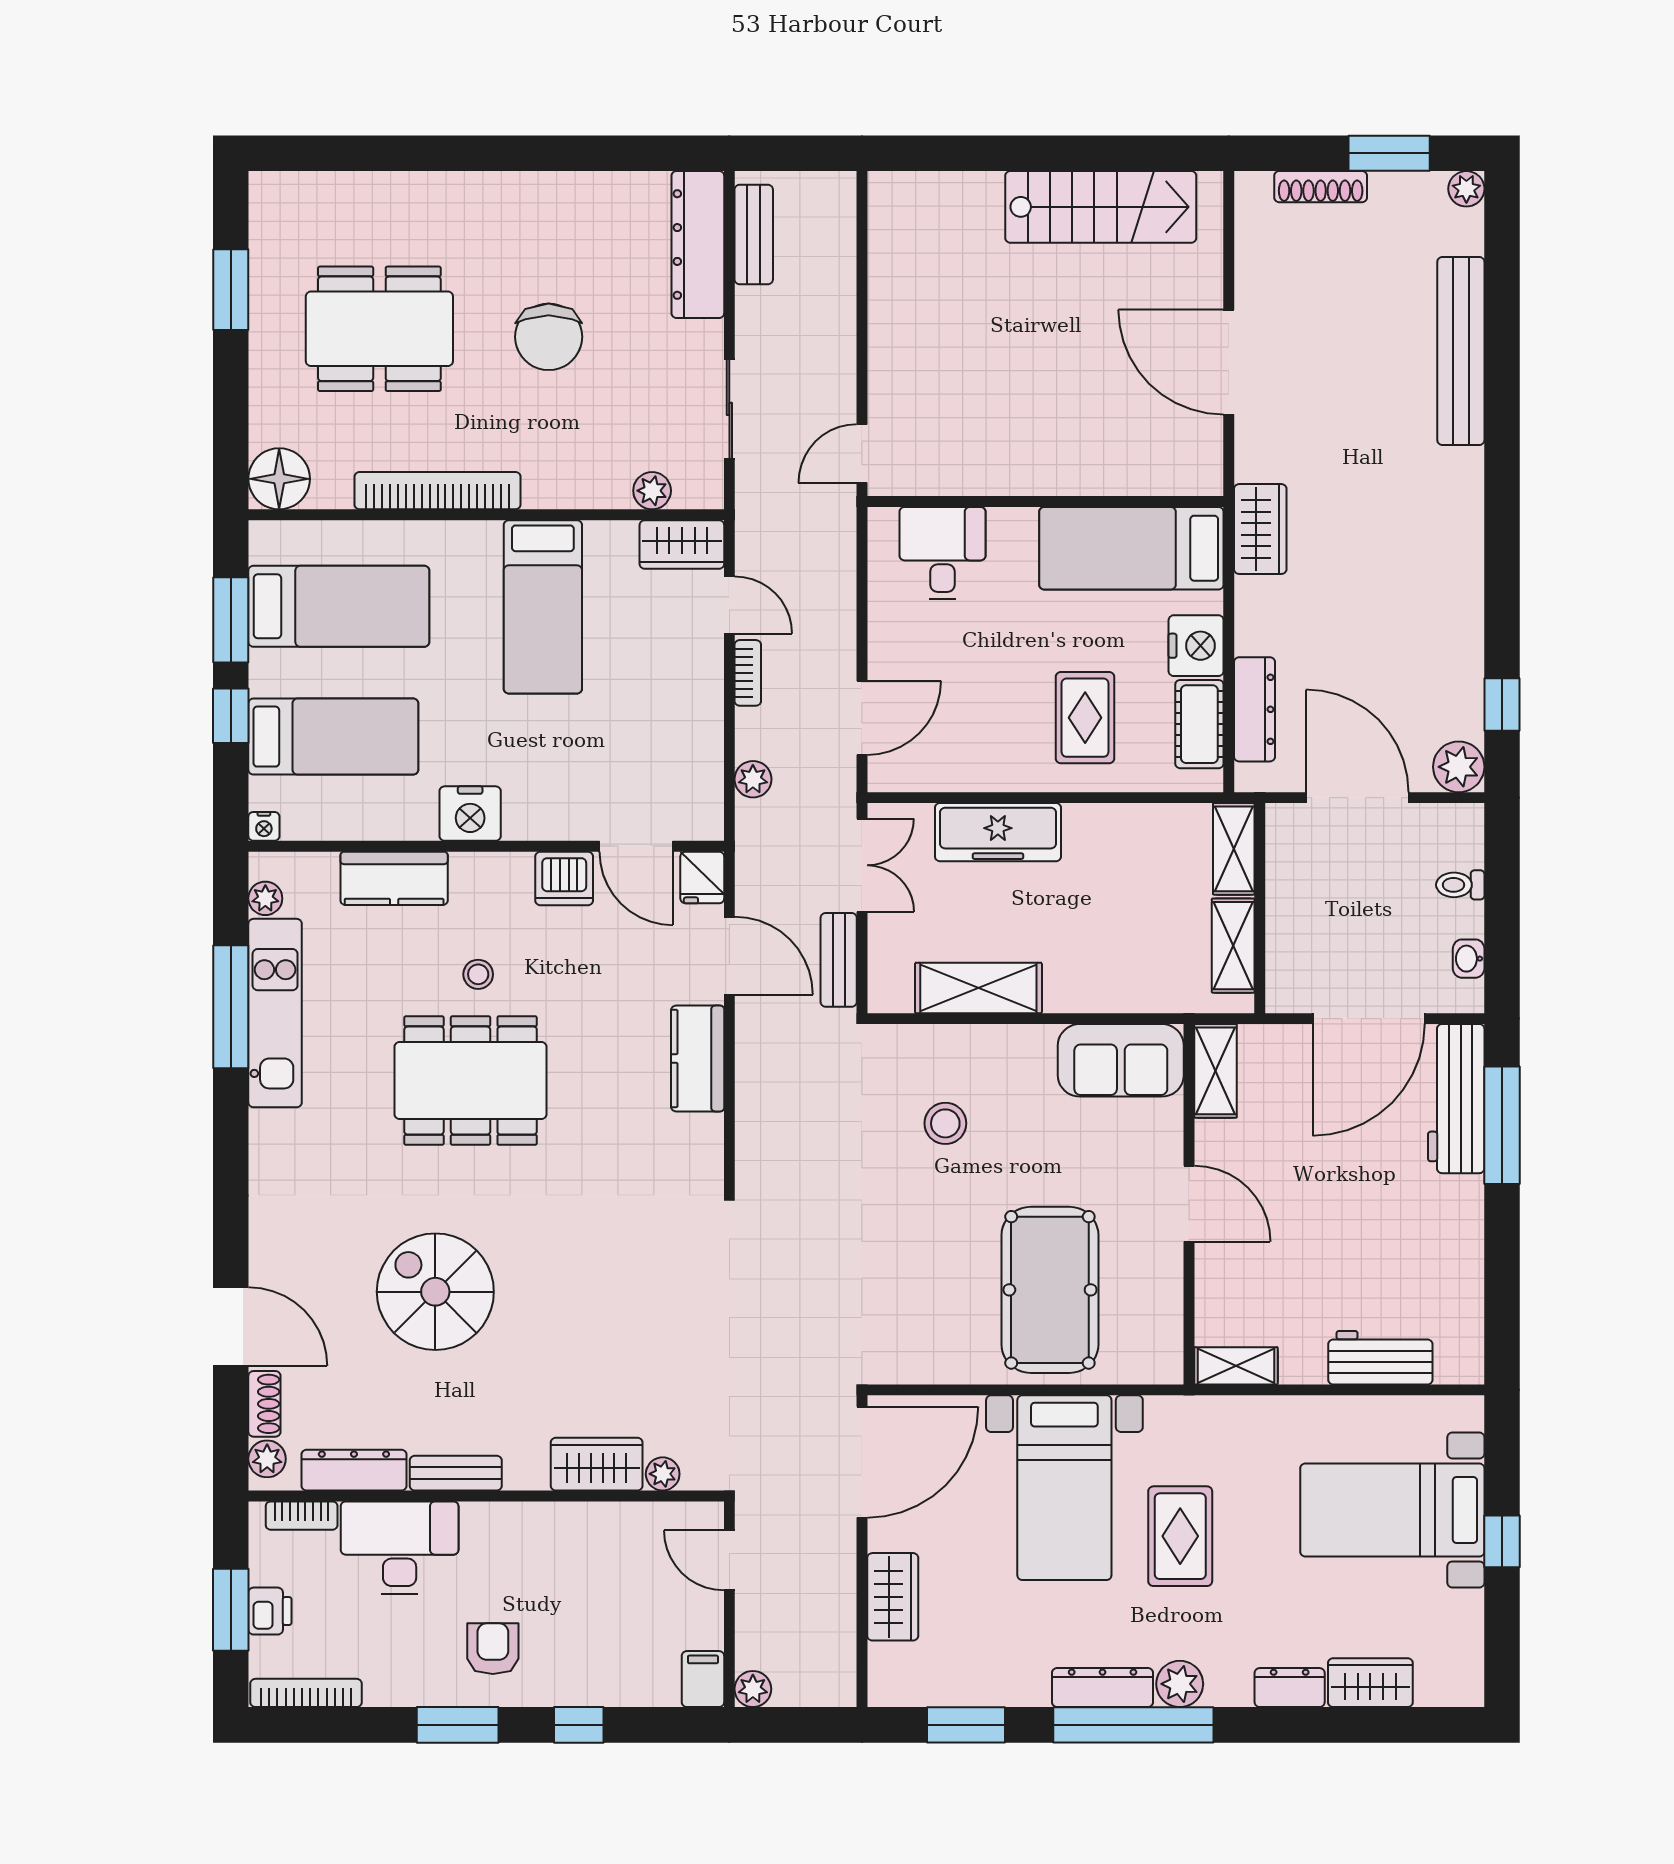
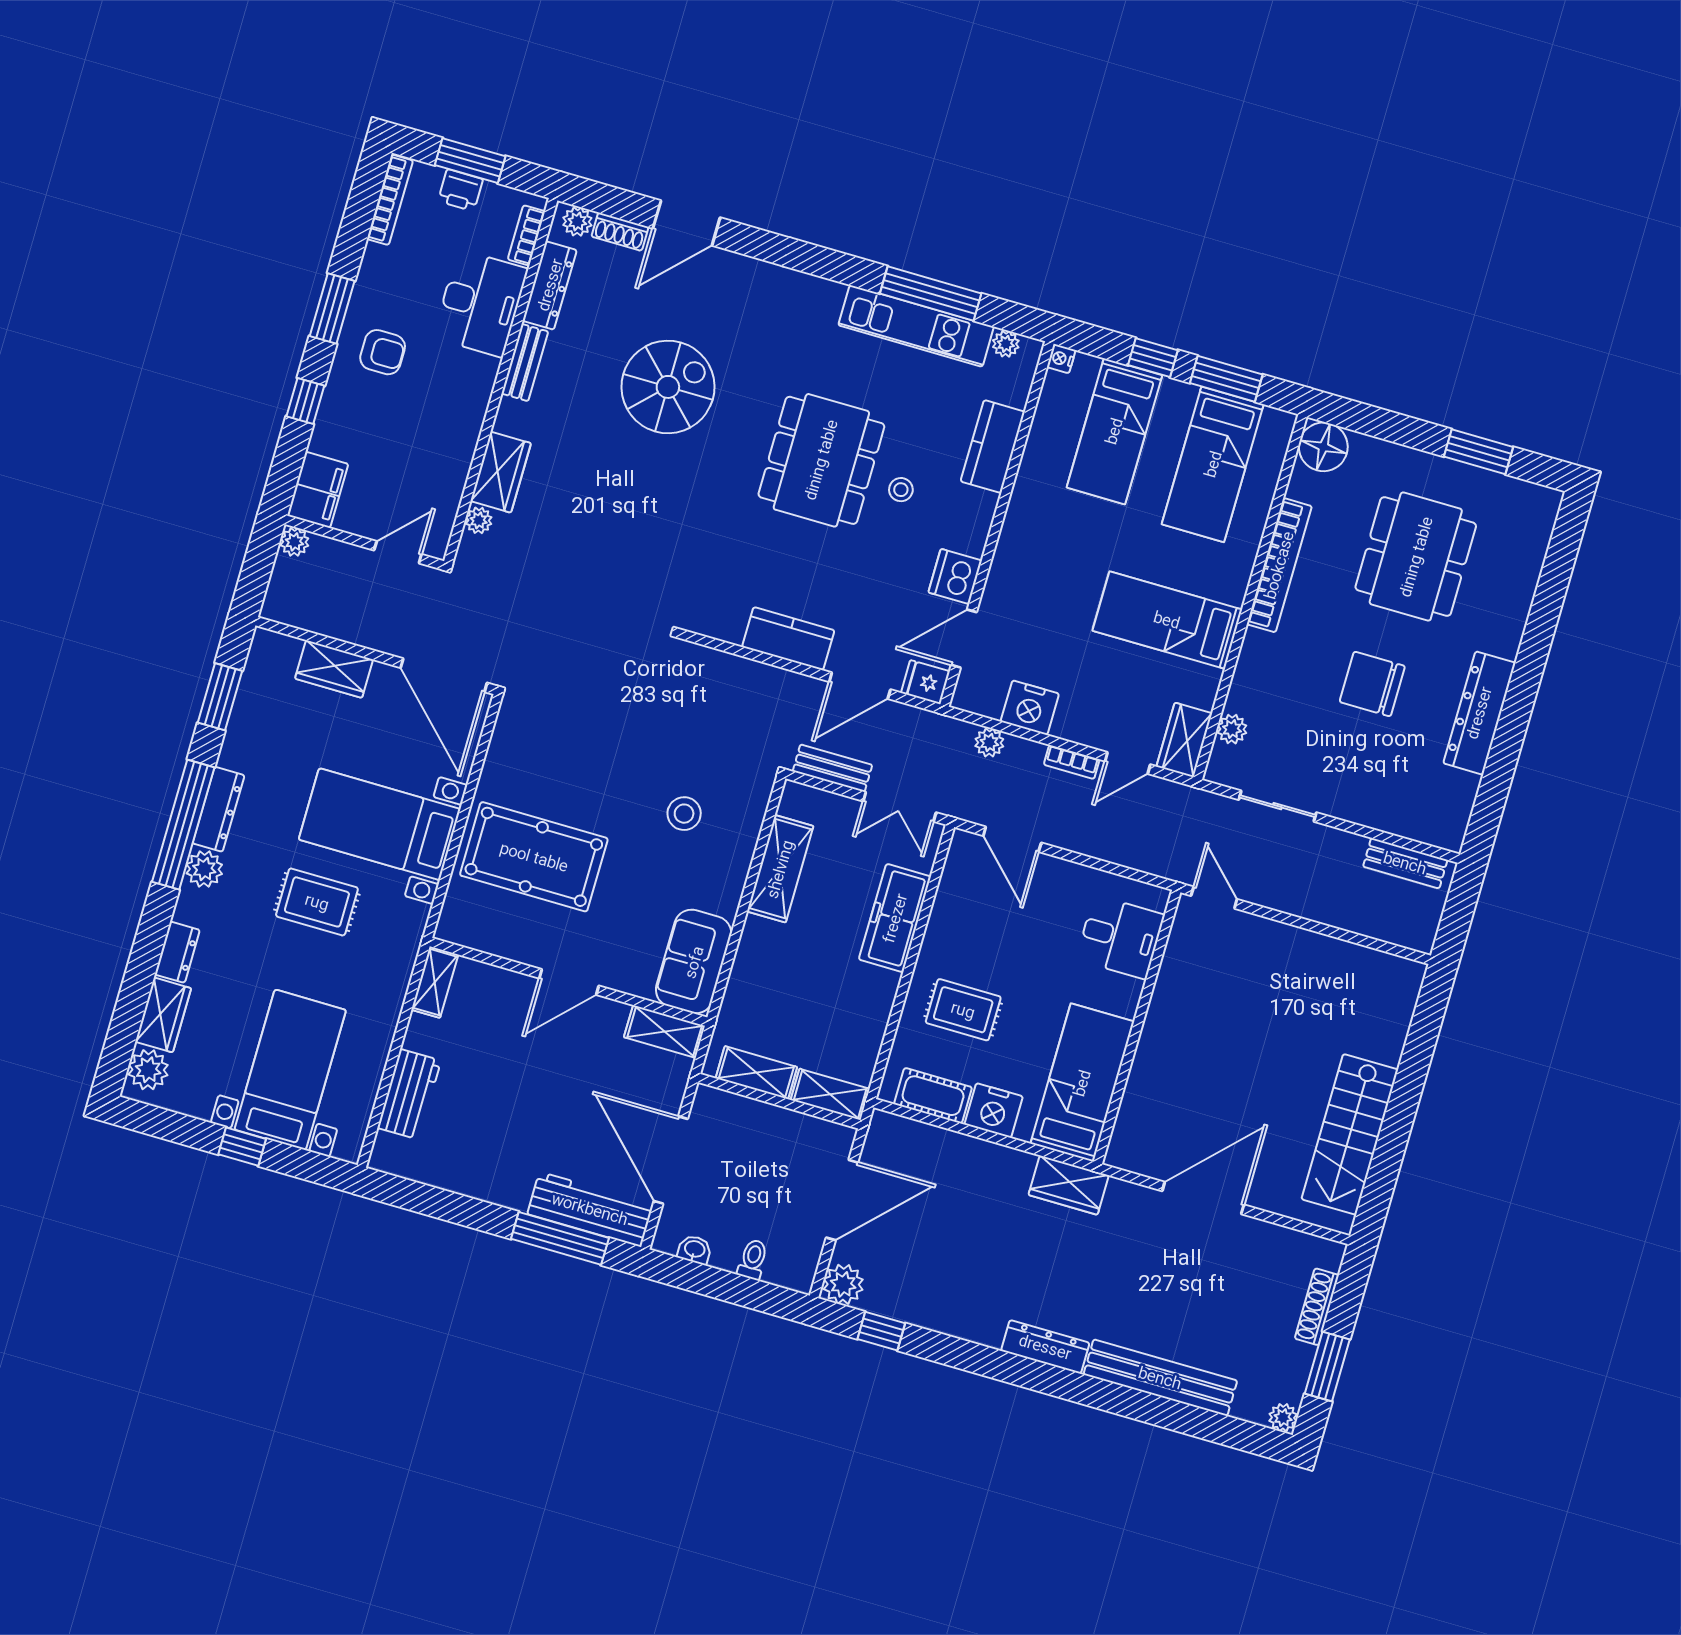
dresser: (698, 245) -> (1479, 713), moved, turned -90
dresser: (1255, 709) -> (1045, 1347), moved, turned 180
nightstand: (470, 814) -> (1030, 708), moved, turned -90
filing cabinet: (703, 1679) -> (318, 490), width x2.00
plant: (1442, 1682) -> (148, 1070), added

